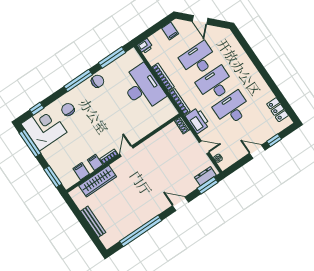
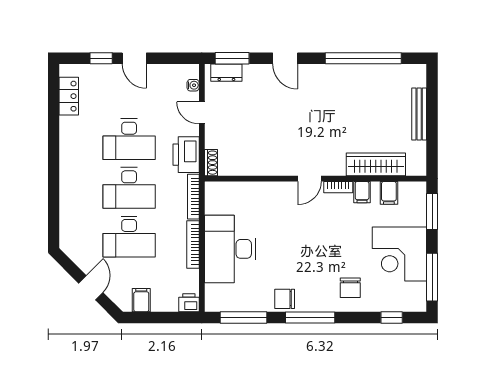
corner desk: (44, 128) -> (399, 254), moved

